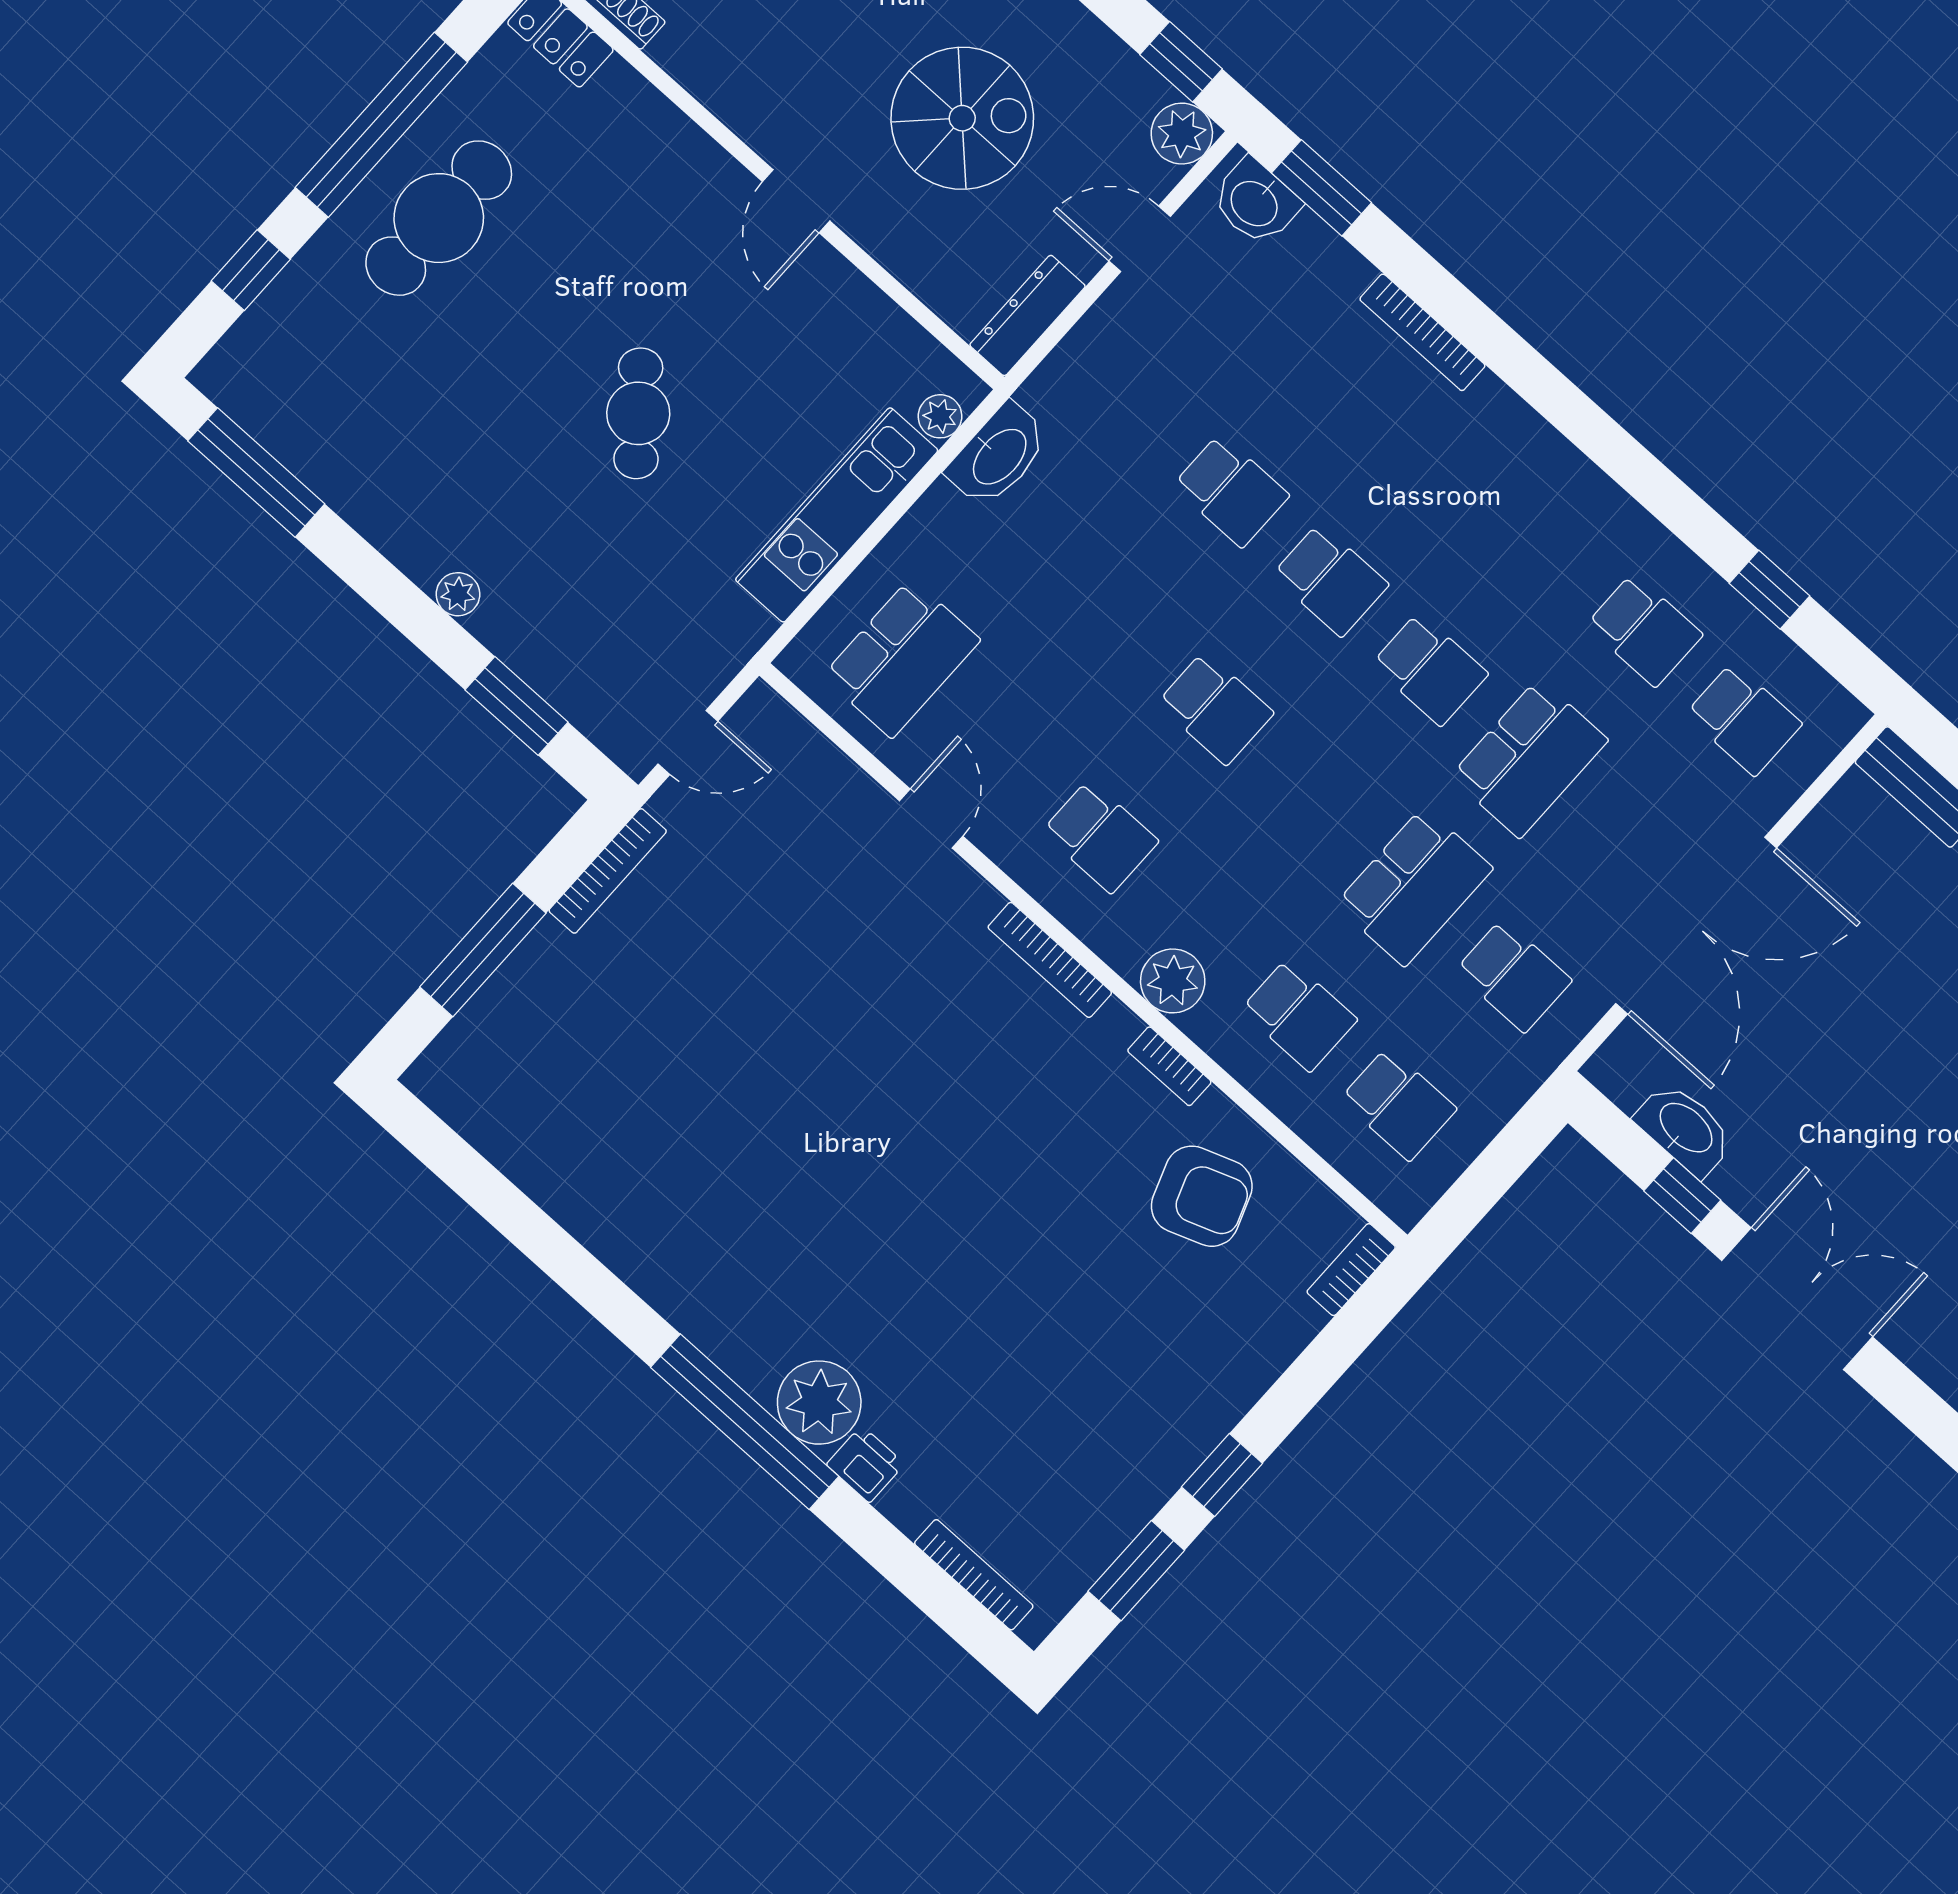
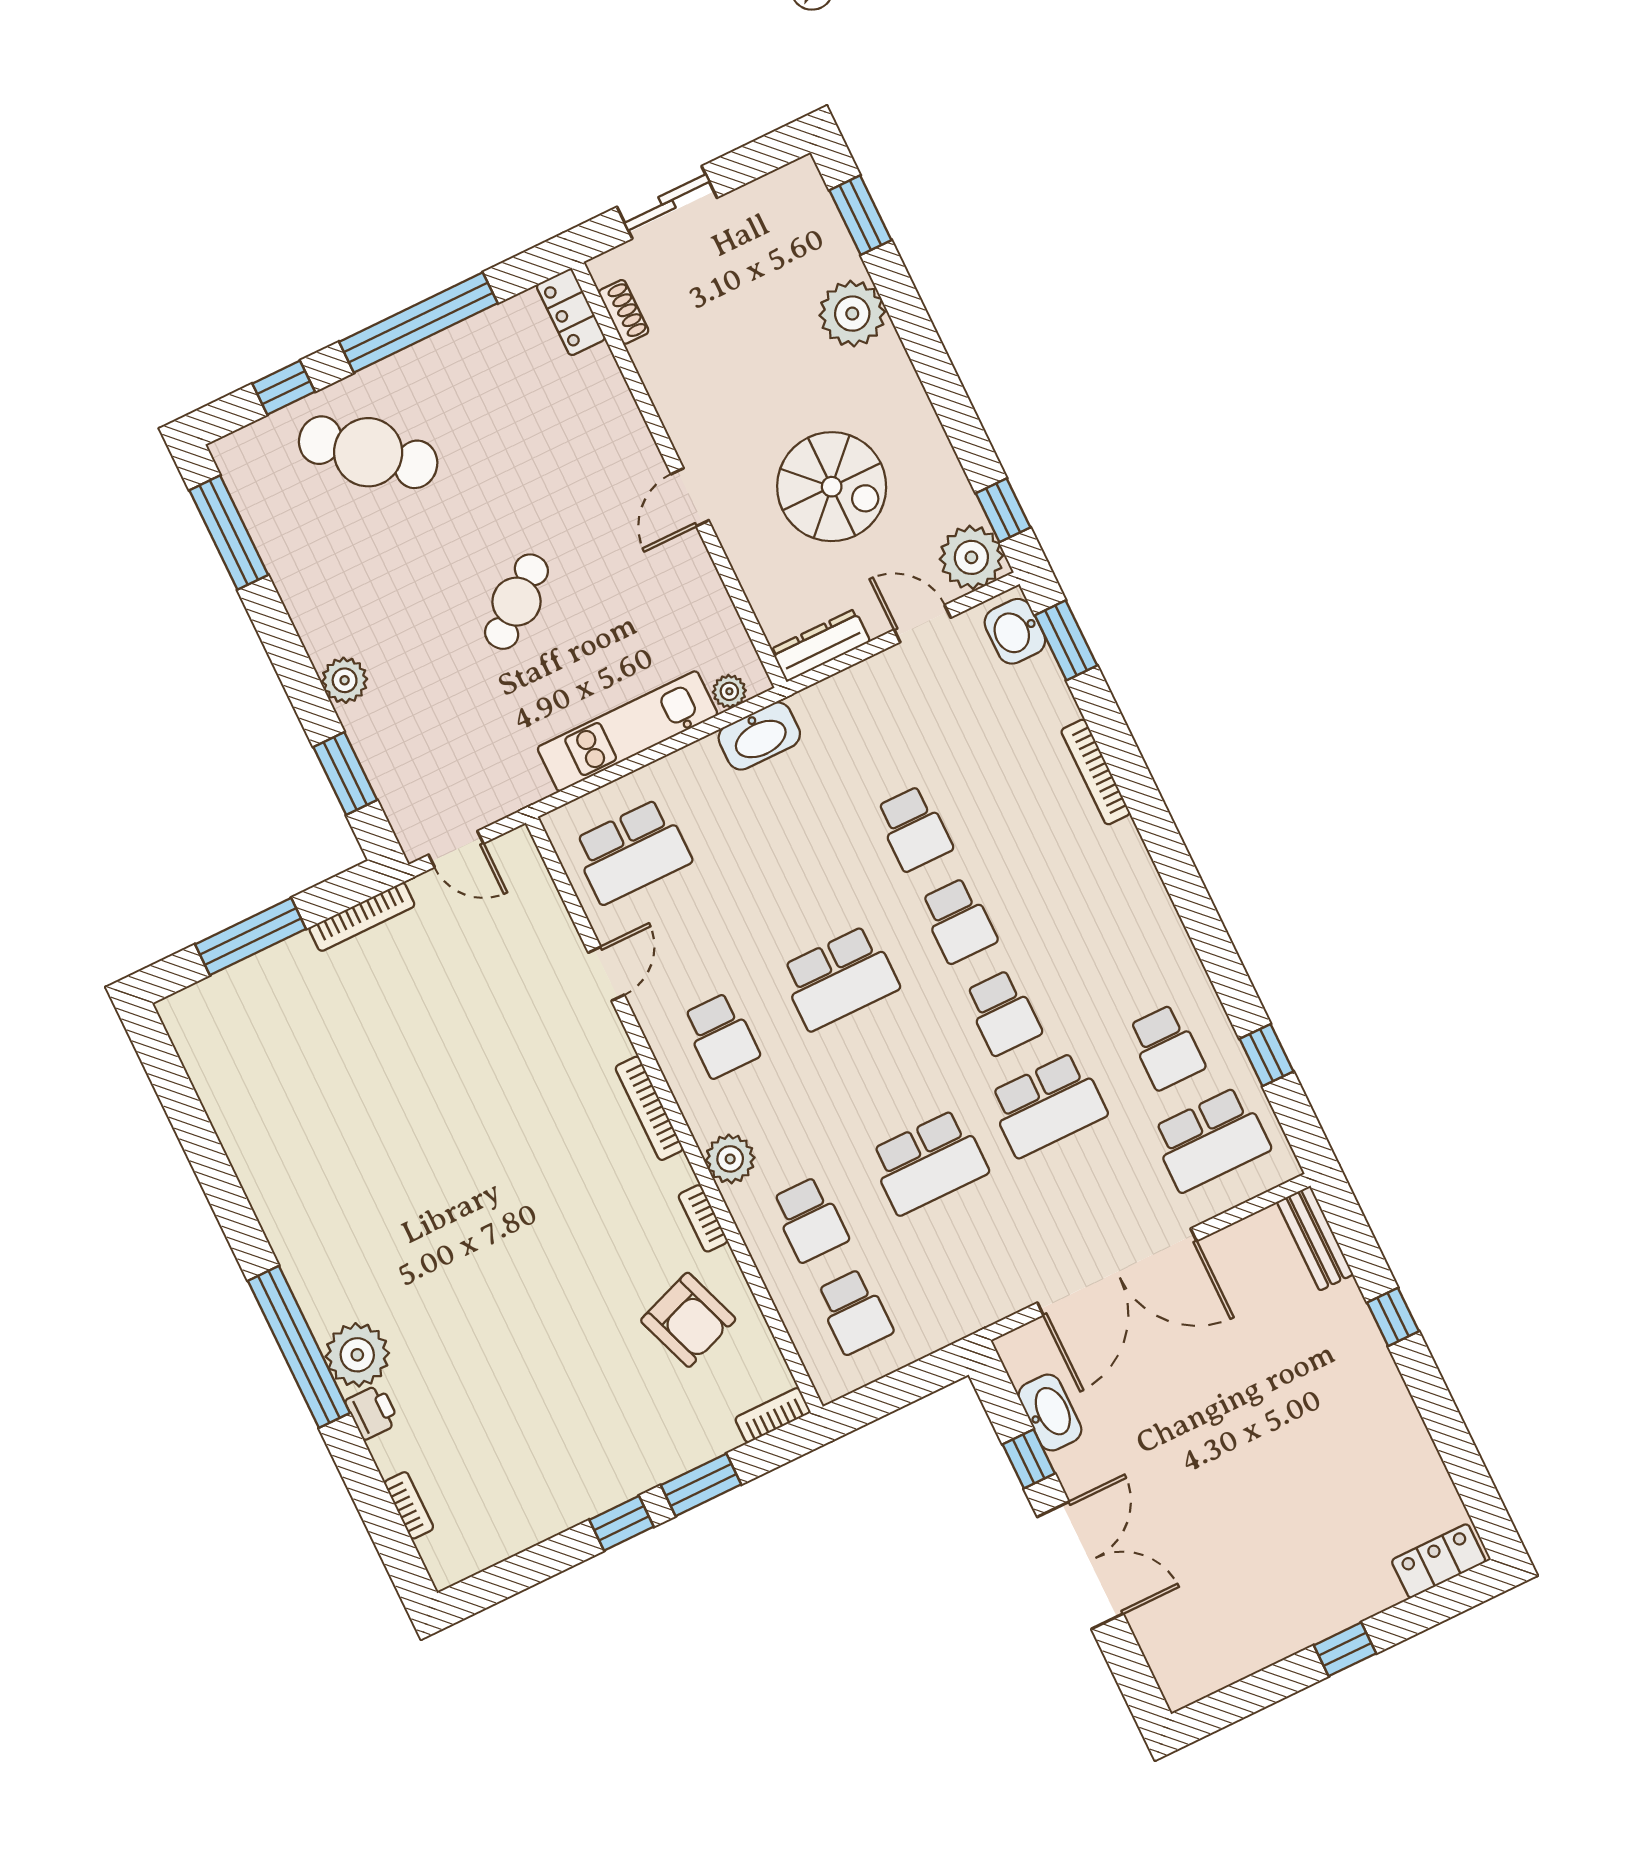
plant: (1182, 134) -> (971, 557), width x1.36, depth x1.36
cafe table: (439, 218) -> (368, 452), moved, turned 40
plant: (458, 594) -> (345, 680), width x1.38, depth x1.38
school desk: (1215, 708) -> (840, 978), width x1.85
school desk: (1744, 719) -> (1211, 1139), width x1.85
school desk: (1513, 976) -> (973, 1254), removed
window: (1136, 1571) -> (701, 1485), moved
bookcase: (974, 1575) -> (409, 1505), width x0.64

